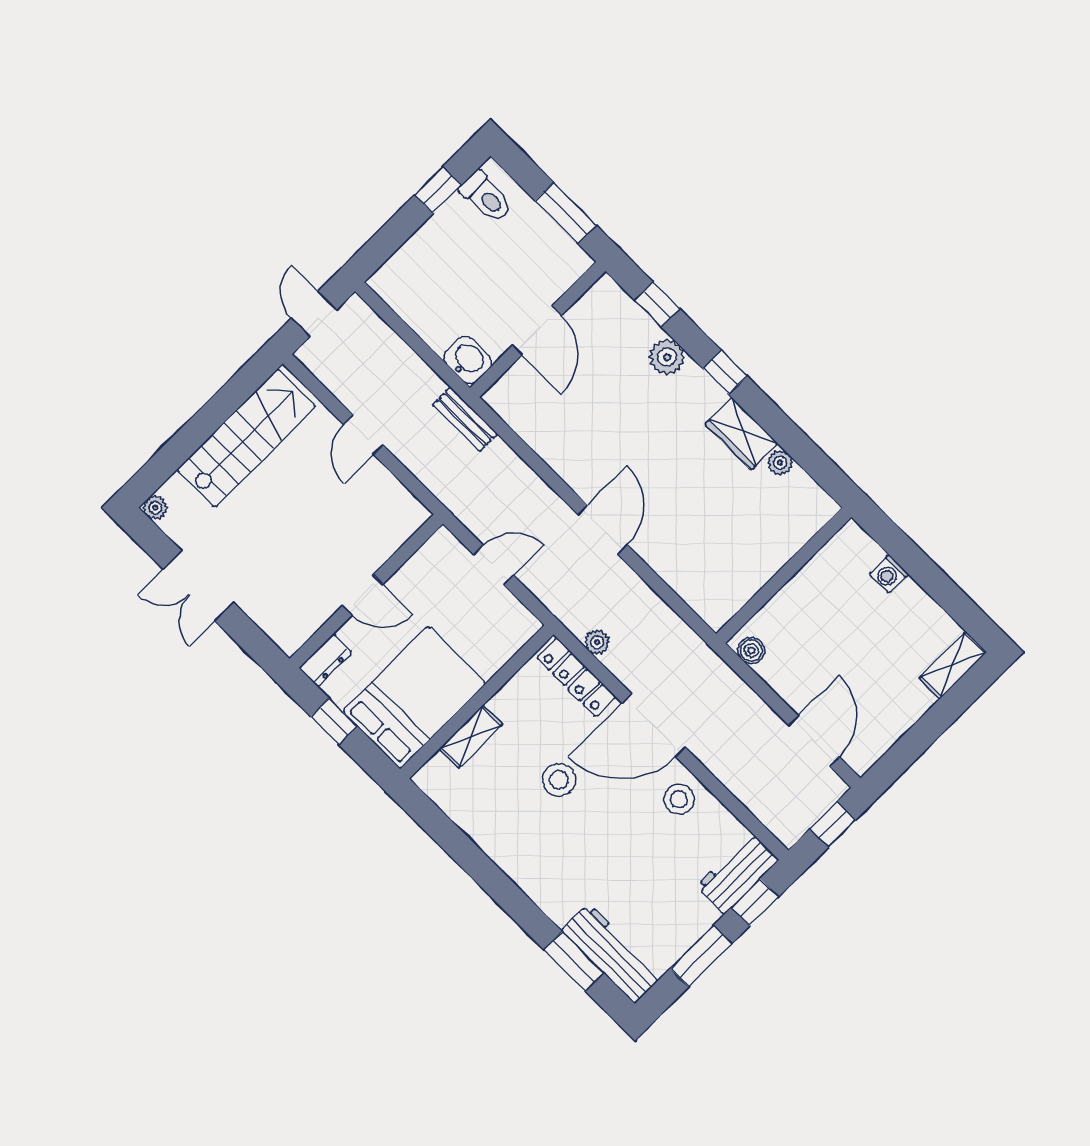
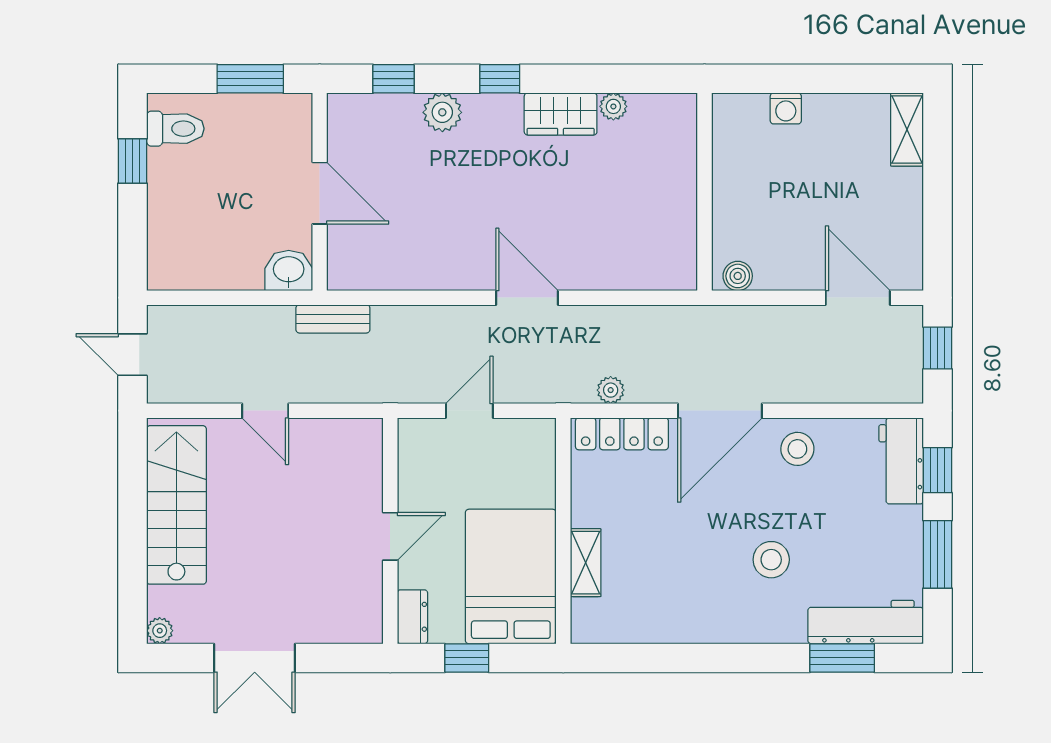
stool: (559, 780) -> (771, 560), moved

